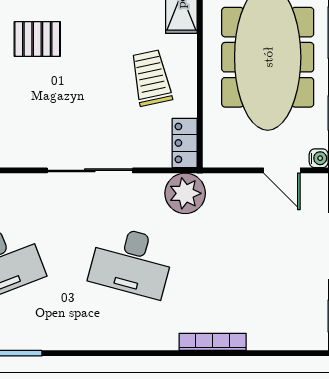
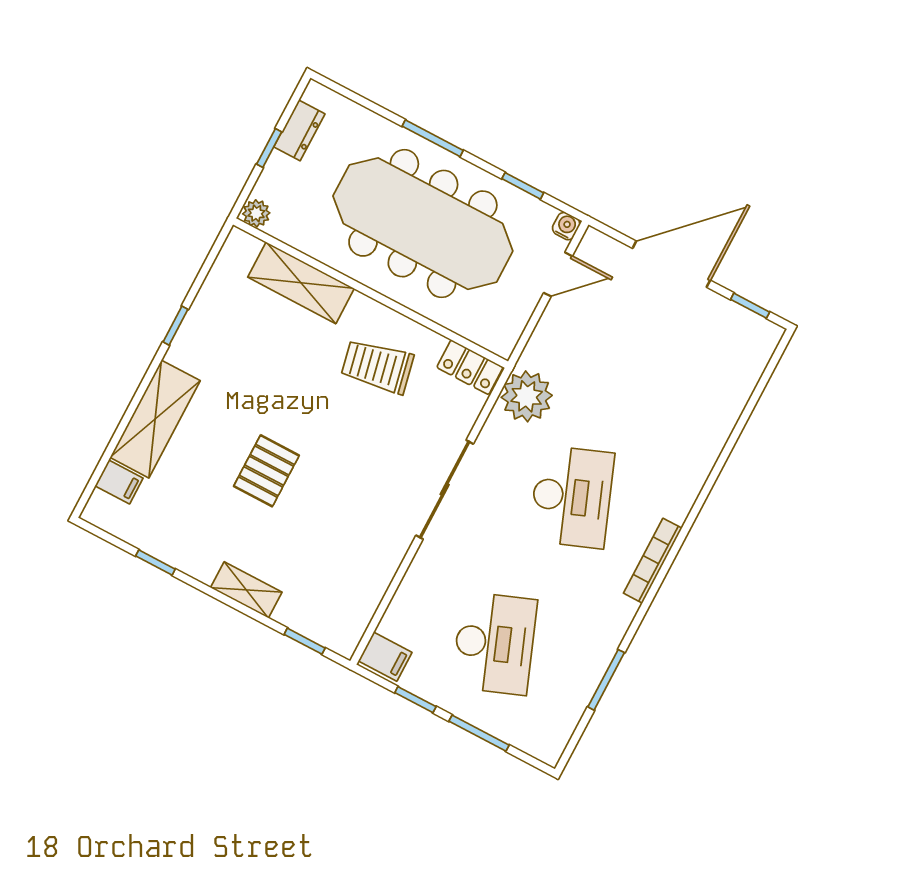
desk: (132, 262) -> (572, 497), turned -36
bookcase: (213, 342) -> (653, 561), moved

